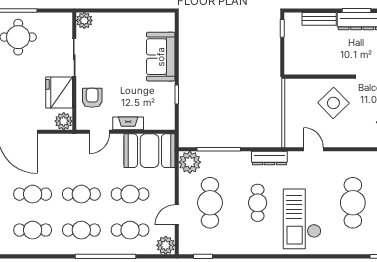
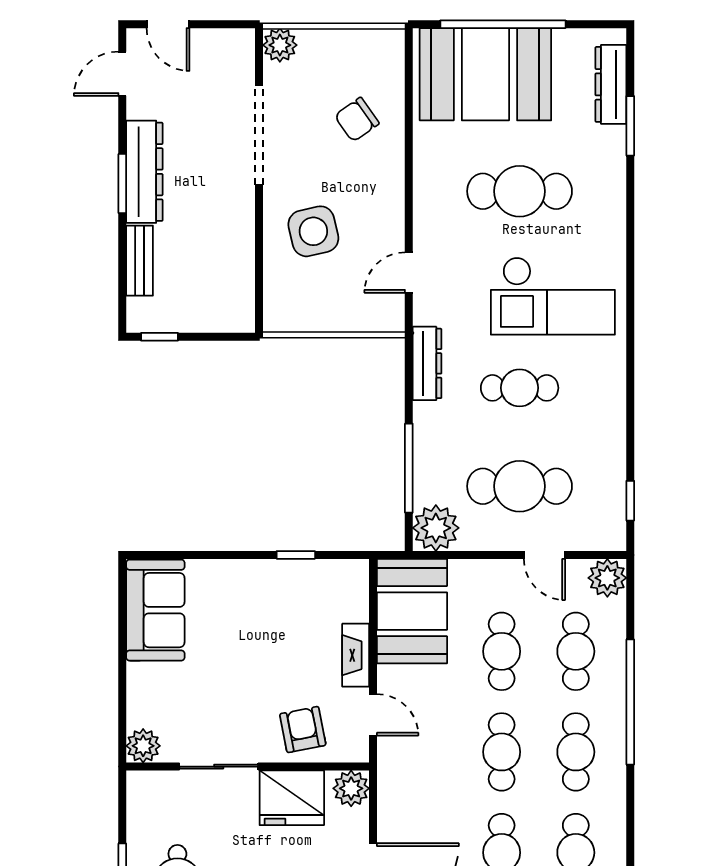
sofa: (161, 57) -> (155, 610), moved, turned -90
armchair: (92, 98) -> (303, 730), turned 79
side table: (333, 103) -> (313, 231), turned 31

